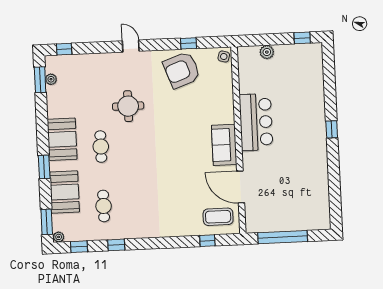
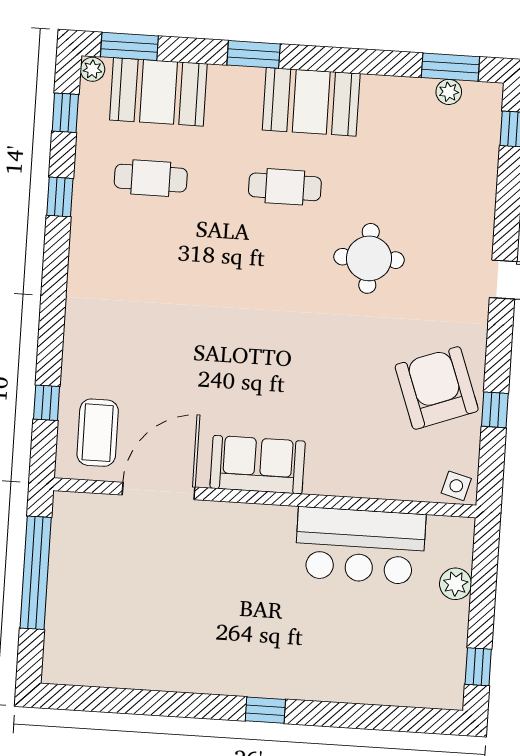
bar counter: (256, 122) -> (360, 546), moved
booth: (65, 192) -> (158, 92), moved

